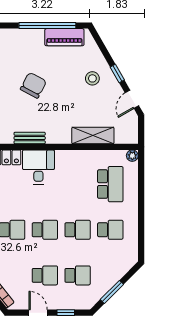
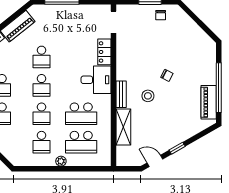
stool: (92, 78) -> (148, 96), moved
chair: (33, 85) -> (167, 75), width x0.54, depth x0.54
bench: (30, 138) -> (121, 94), moved
plant: (132, 156) -> (61, 161), moved
school desk: (78, 184) -> (81, 114), added

